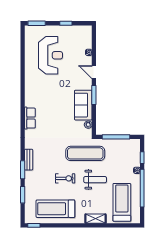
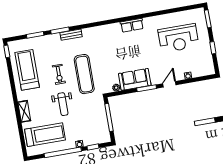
row of seats: (30, 118) -> (132, 25), moved
exercise mat: (85, 153) -> (84, 74), moved

